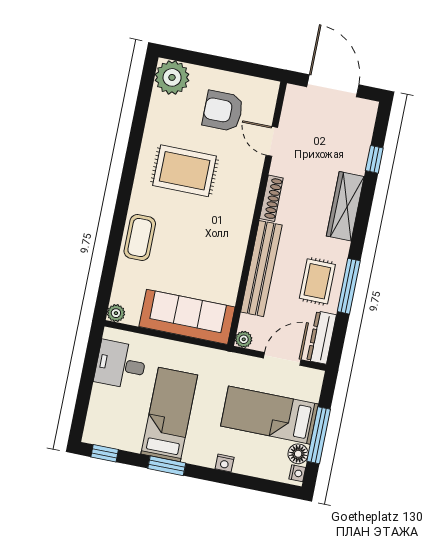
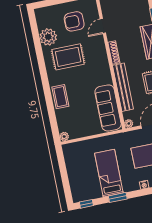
plant: (172, 77) -> (48, 37), moved
door: (272, 141) -> (103, 26), hinge flipped
sofa: (187, 317) -> (108, 108), moved, turned -90
desk: (121, 365) -> (76, 160), removed

